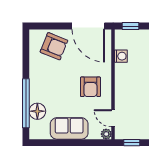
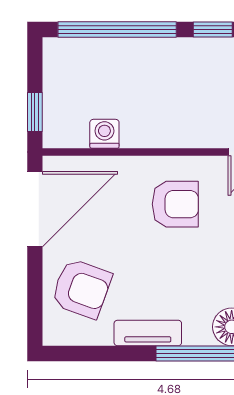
armchair: (54, 46) -> (81, 289), turned 88
tv unit: (35, 75) -> (148, 333), added

